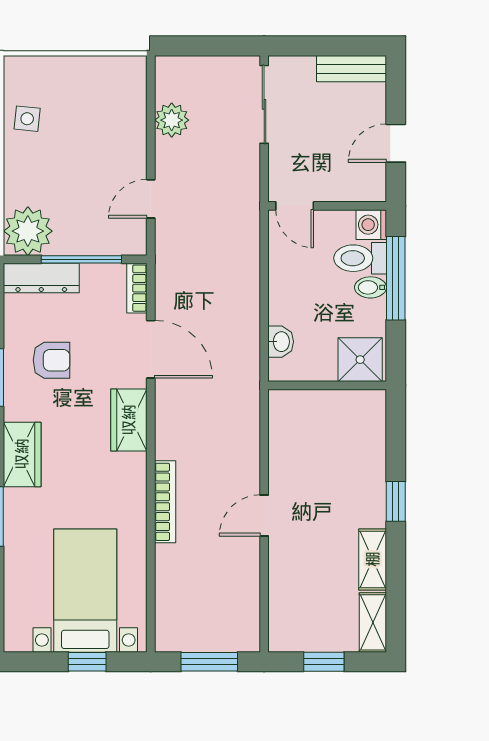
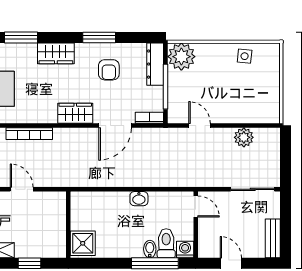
door: (295, 206) -> (196, 206), swing flipped
washbasin: (281, 342) -> (139, 199), moved
shower: (360, 360) -> (83, 243), moved
wall: (327, 385) -> (68, 225), moved

